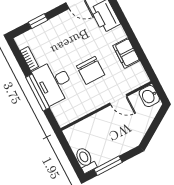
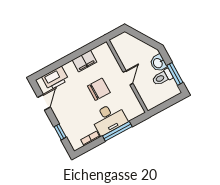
washbasin: (149, 96) -> (158, 63), moved, turned 90
door: (118, 100) -> (128, 78), moved
toilet: (85, 160) -> (162, 77), moved

